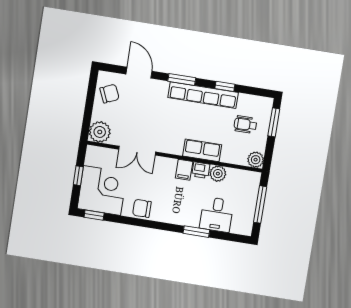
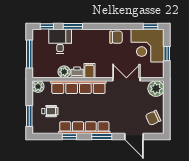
row of seats: (202, 150) -> (78, 87), width x2.02
window: (231, 237) -> (47, 26), added

